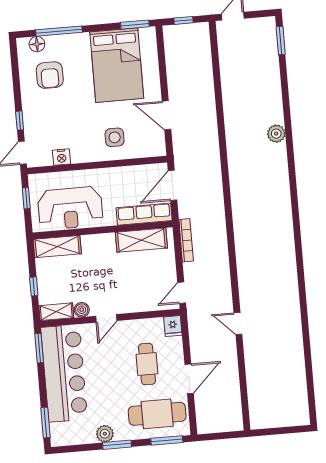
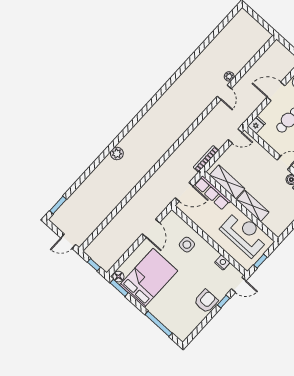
floor lamp: (37, 44) -> (118, 277), moved
armchair: (50, 75) -> (206, 301), moved
plant: (276, 134) -> (117, 153), moved
shelving: (57, 247) -> (253, 206), moved
plant: (250, 344) -> (229, 76), added

